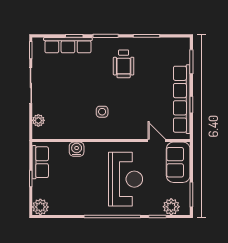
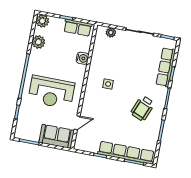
wheelchair: (124, 64) -> (143, 108), turned -68
row of seats: (182, 99) -> (126, 153), moved
plant: (171, 207) -> (38, 42), moved

